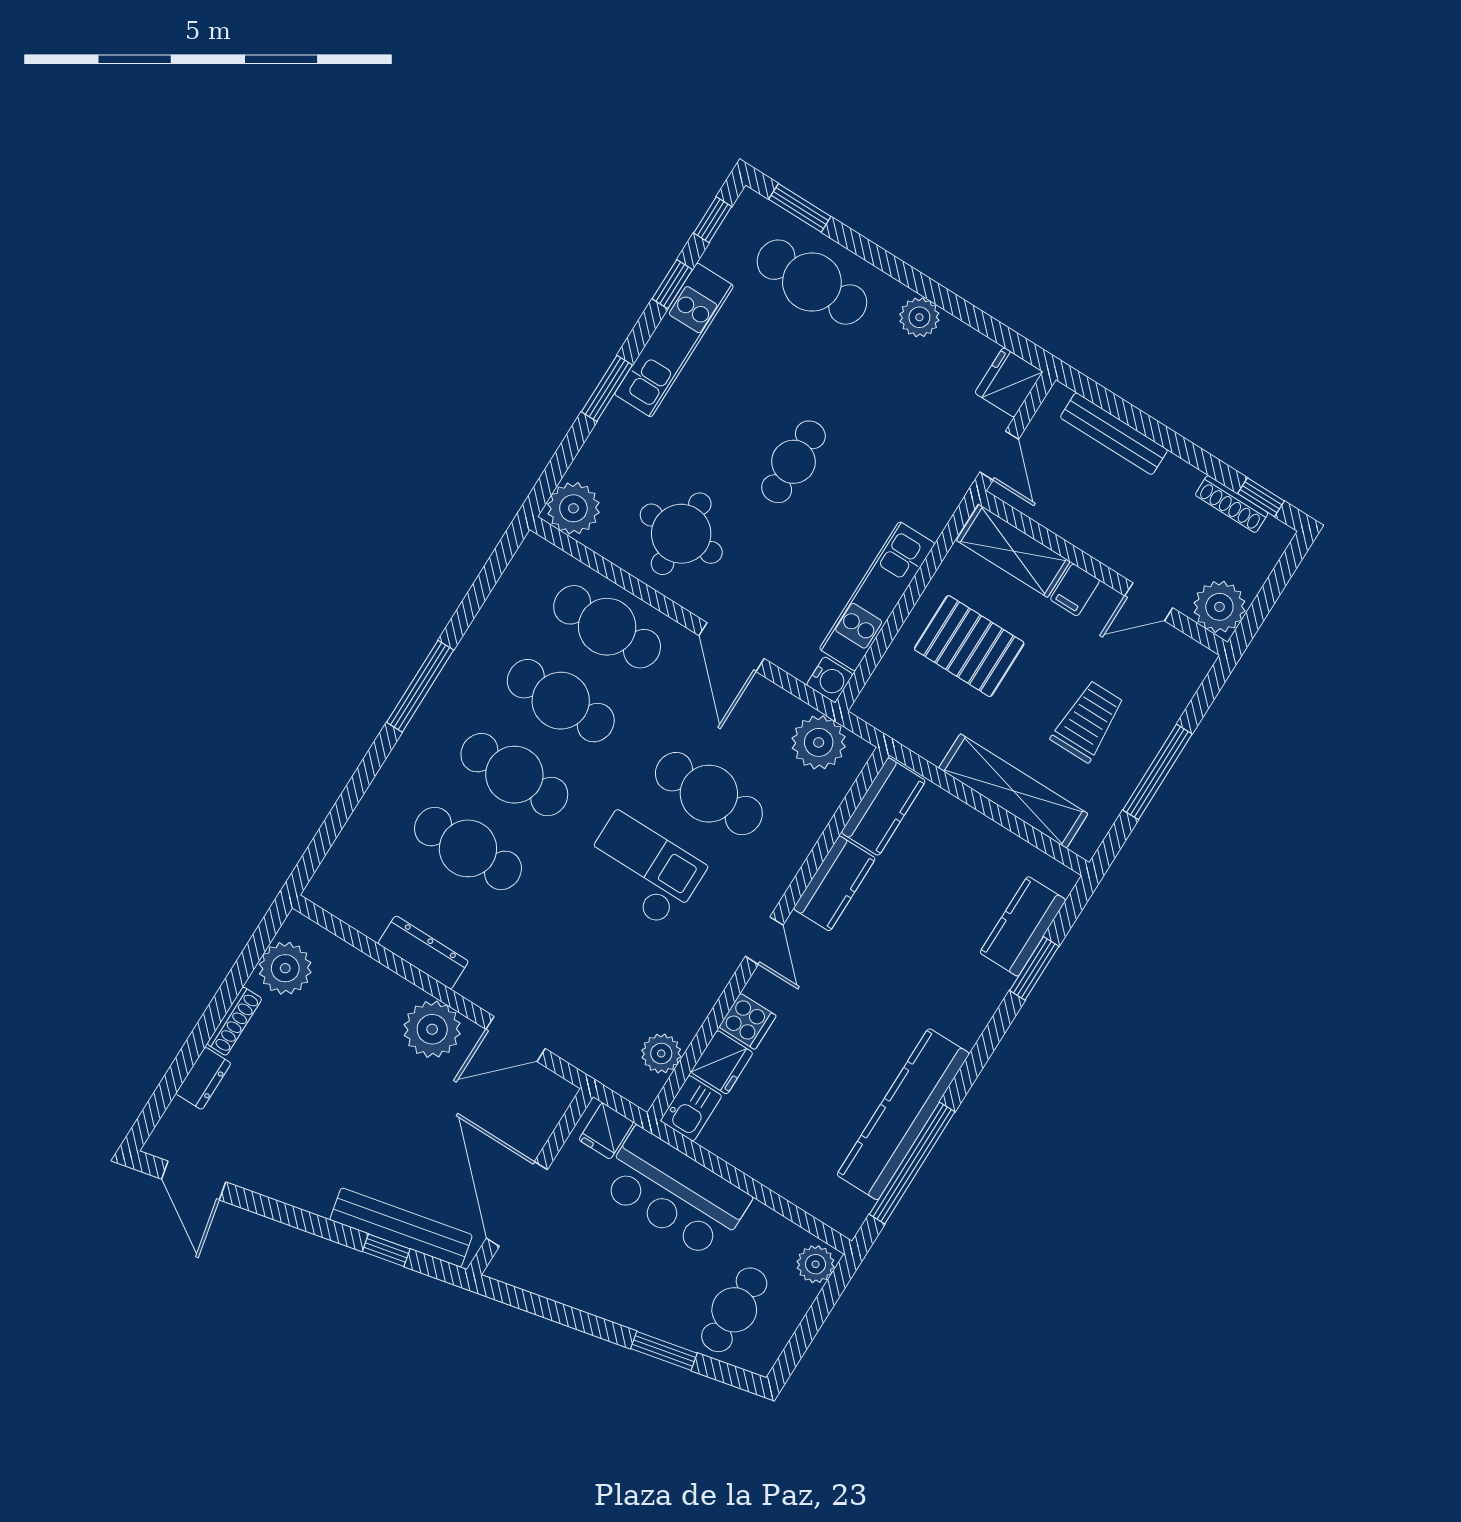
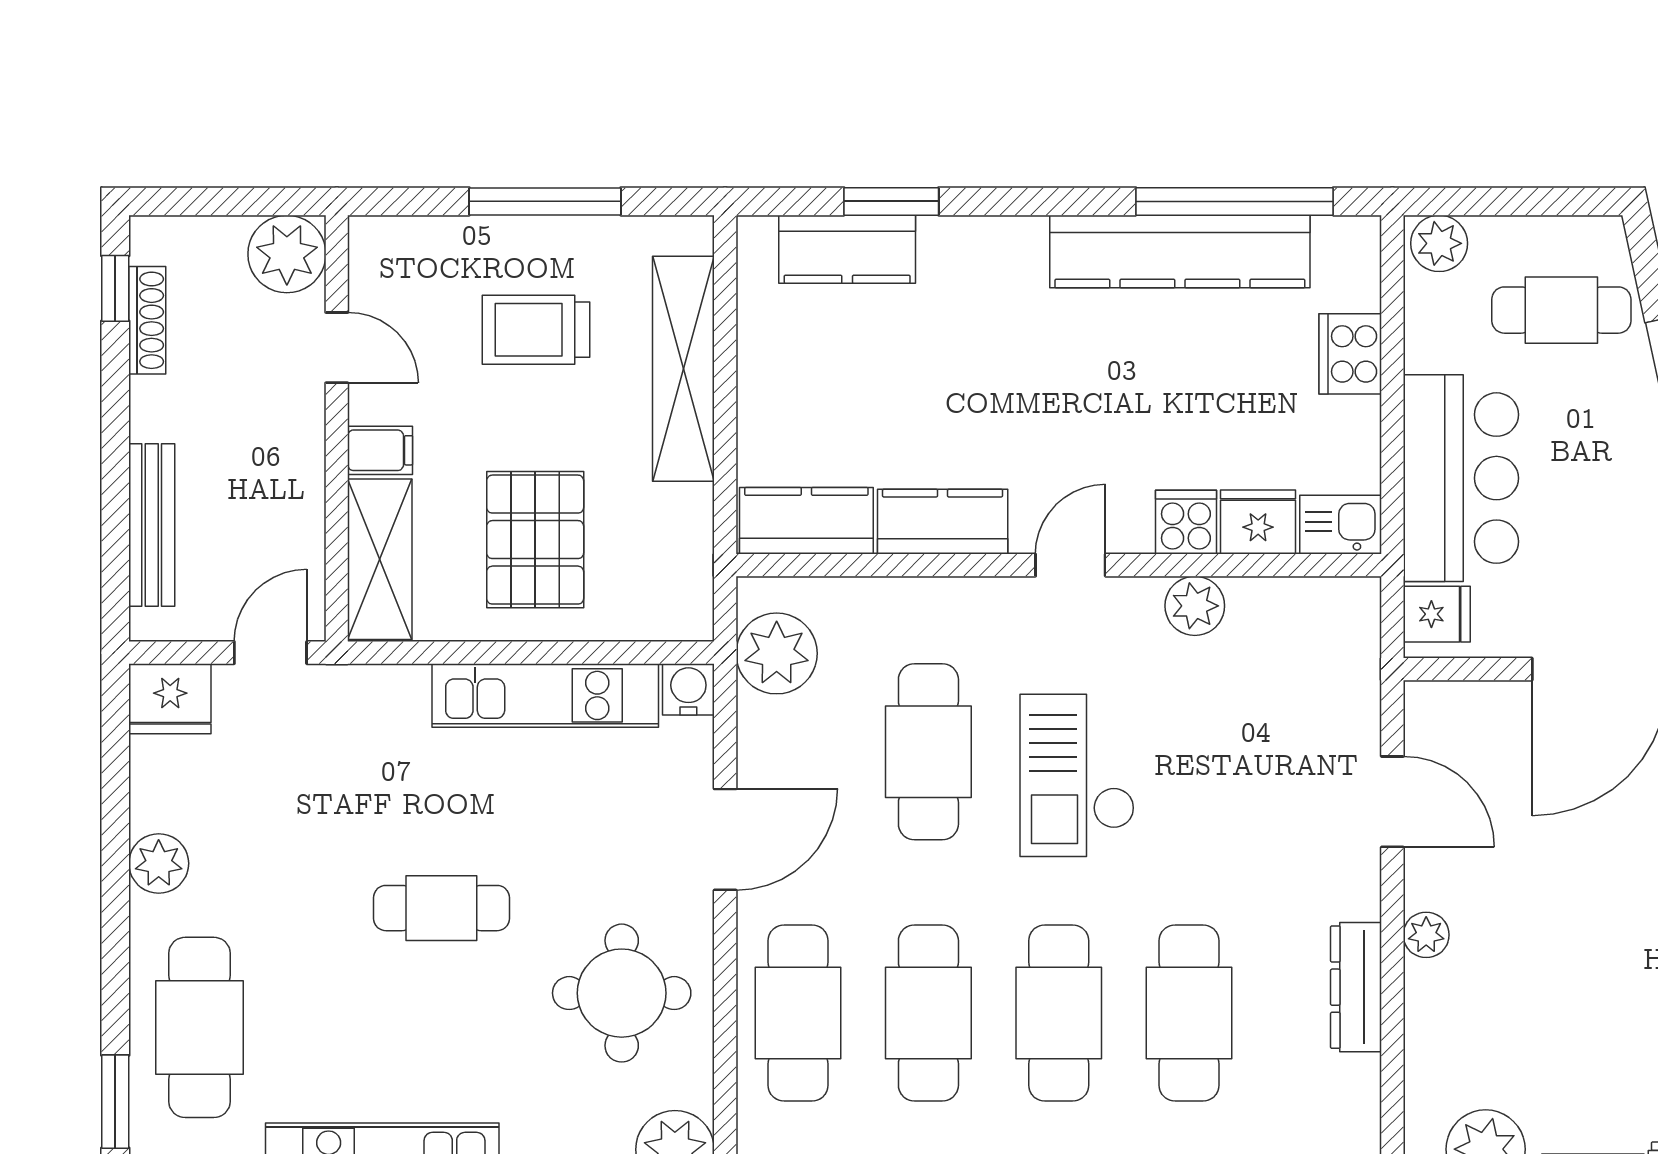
plant: (432, 1029) -> (1426, 935), width x0.53, depth x0.53
plant: (661, 1053) -> (1195, 606), moved
cooker: (784, 1174) -> (1350, 354), added

